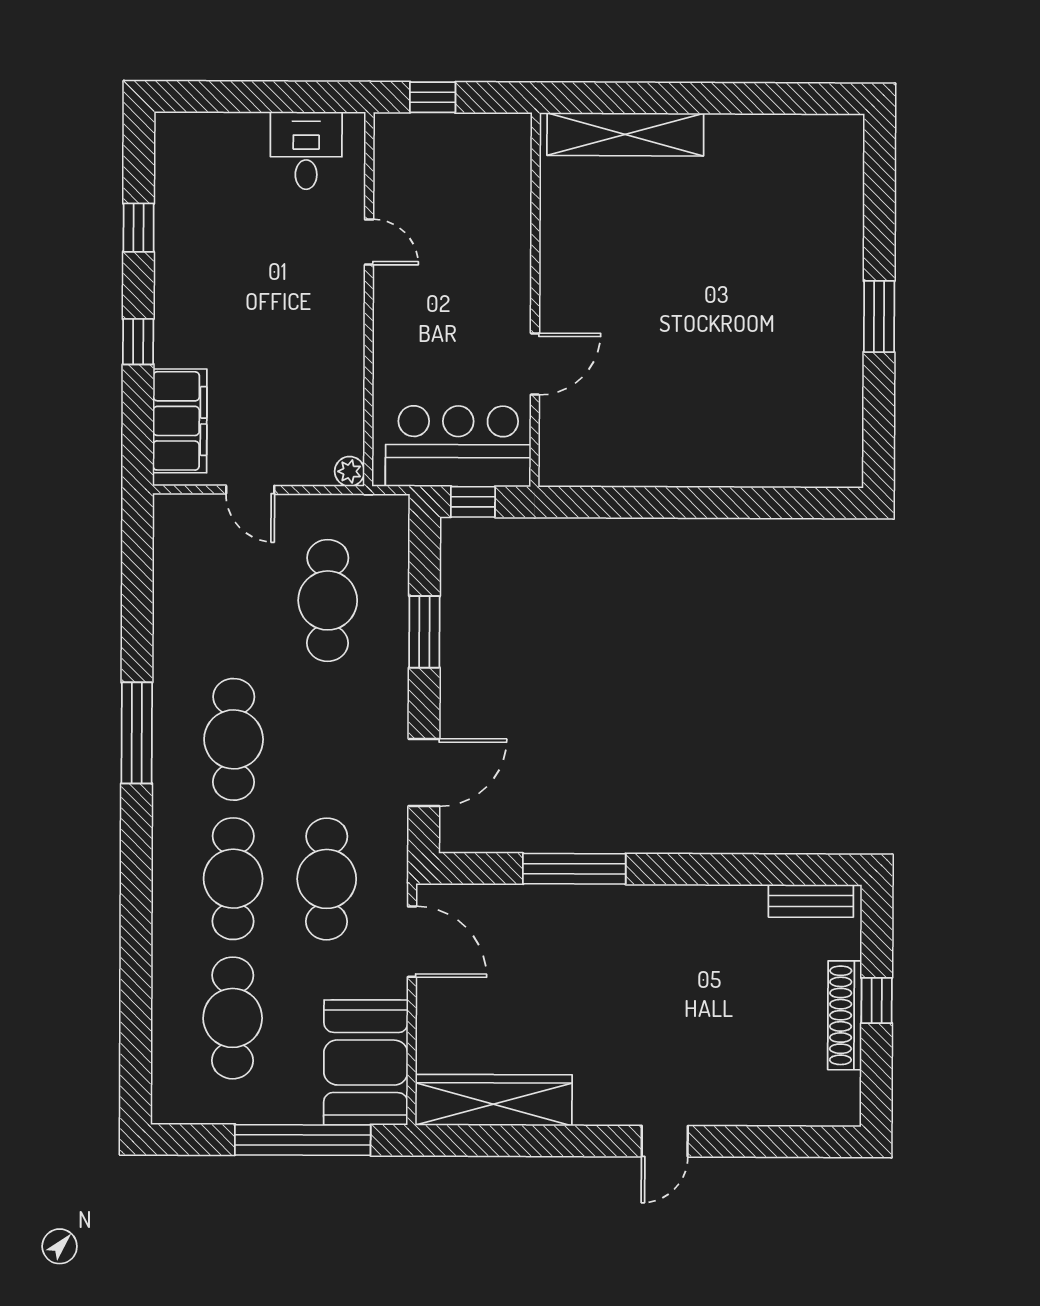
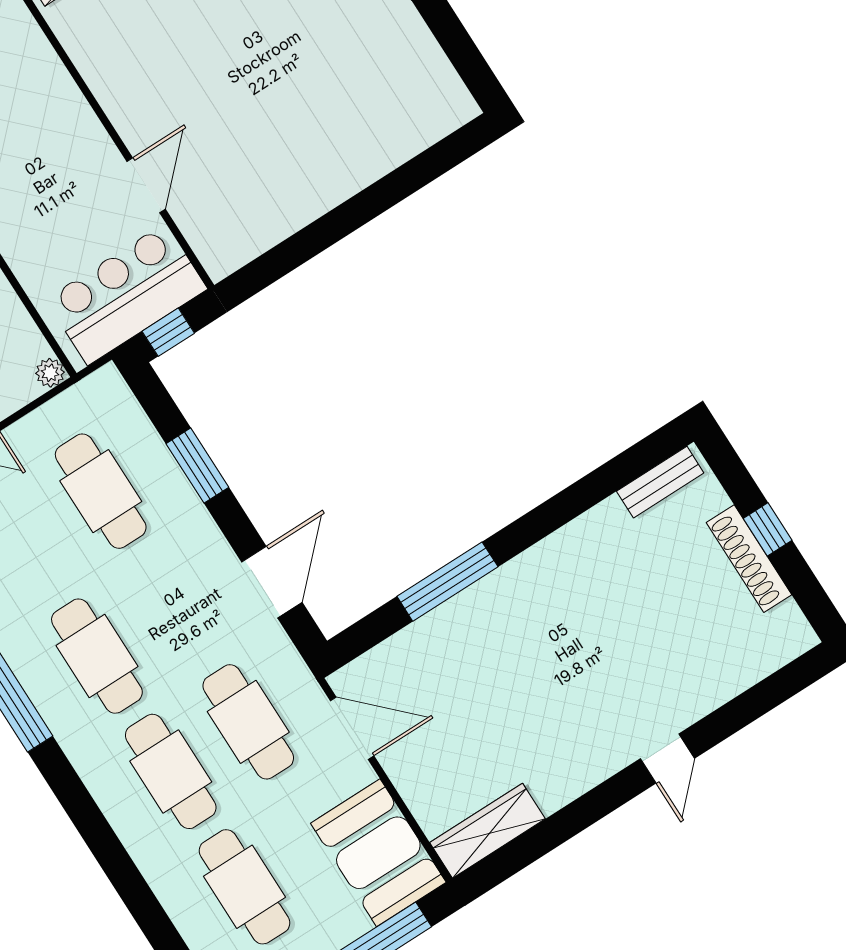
wardrobe: (494, 1100) -> (487, 831), width x0.71, depth x0.85

